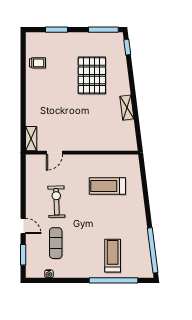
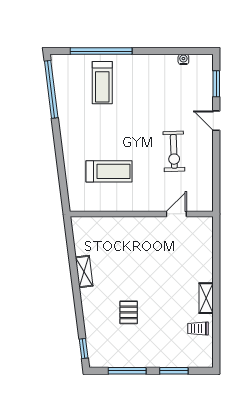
window: (103, 30) -> (127, 371), moved
pallet: (92, 75) -> (129, 312), width x0.49, depth x0.50
shelving: (31, 139) -> (206, 298), moved
exercise mat: (56, 243) -> (175, 99), removed

